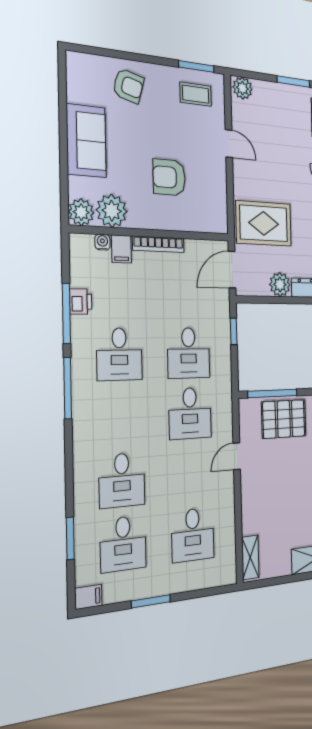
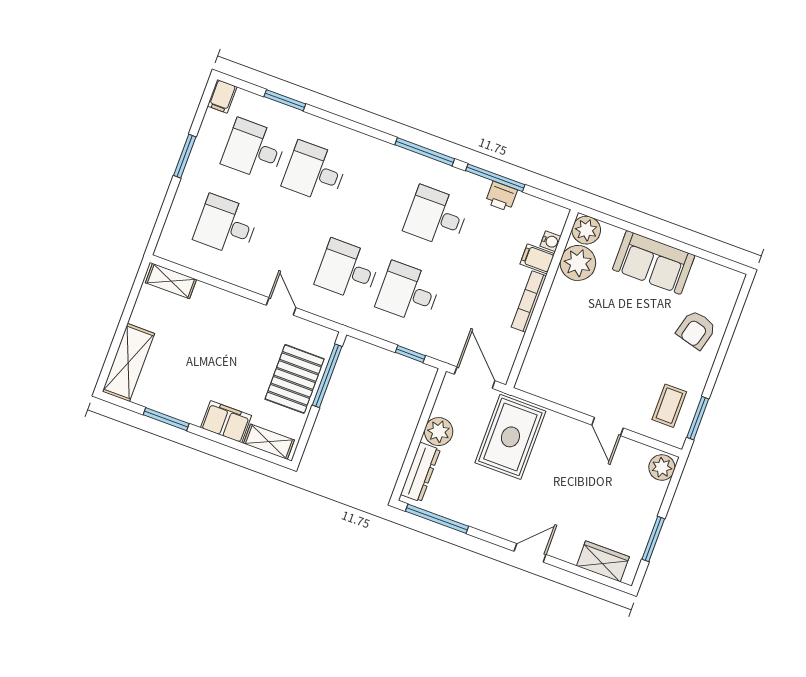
door: (229, 144) -> (607, 426), hinge flipped
armchair: (169, 177) -> (592, 340), removed

